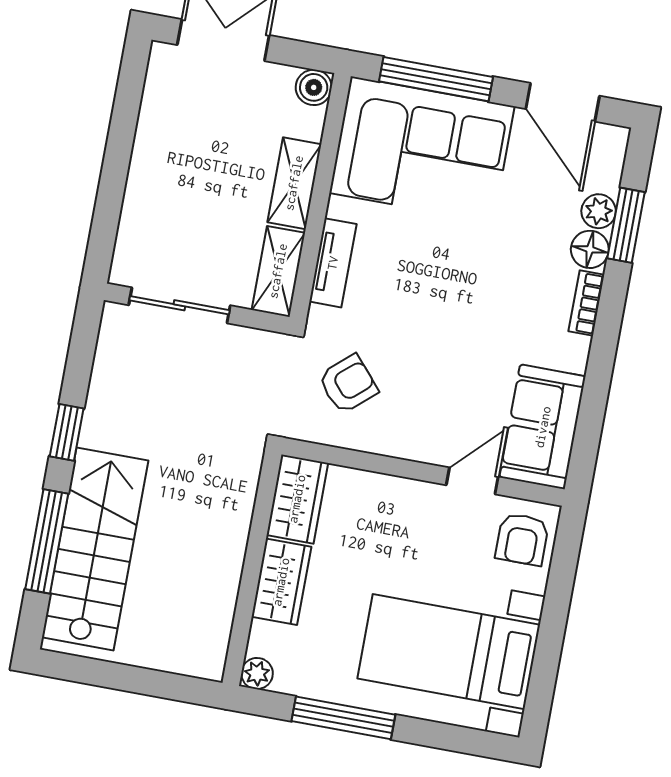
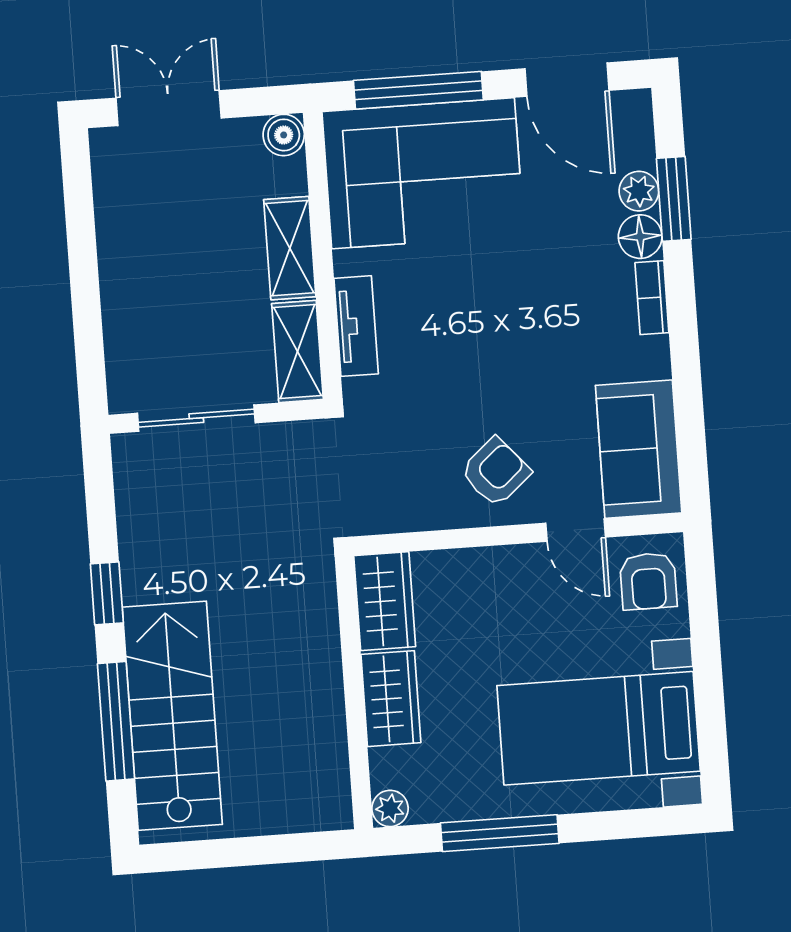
armchair: (348, 384) -> (495, 472), moved
door: (472, 481) -> (576, 530), swing flipped

